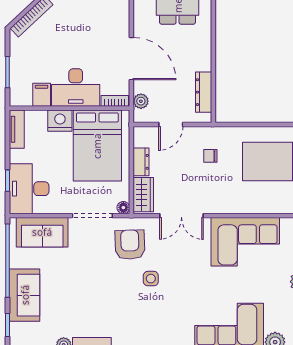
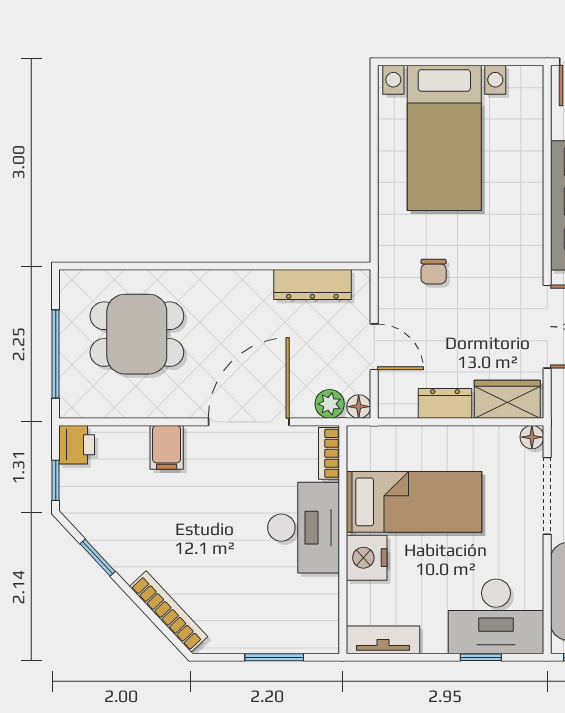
filing cabinet: (42, 95) -> (167, 447), moved, turned -90
floor lamp: (139, 116) -> (359, 407), added
bed: (97, 146) -> (414, 502), width x0.67

